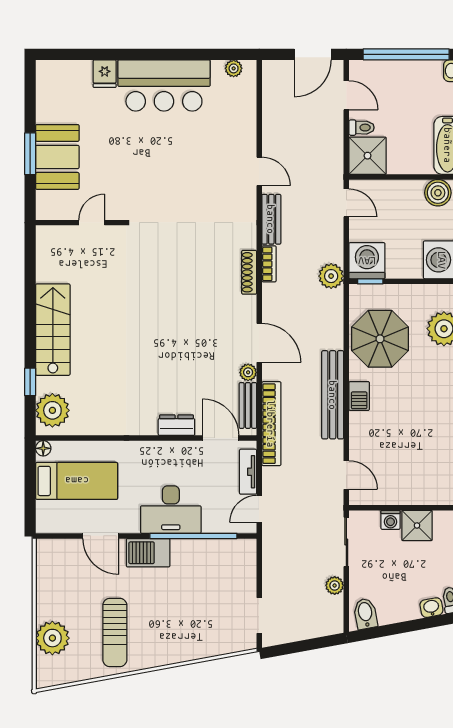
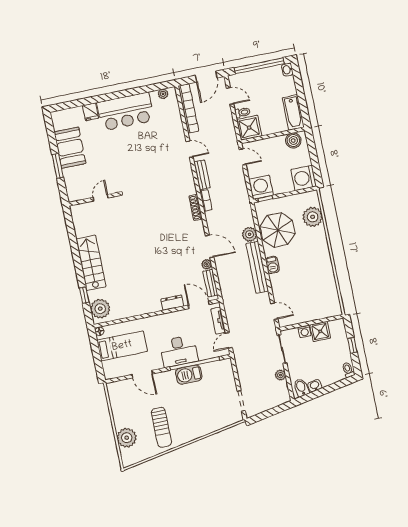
booth: (57, 157) -> (70, 148), moved
plant: (331, 276) -> (250, 234), moved
bookcase: (271, 424) -> (188, 109), moved
barbecue: (148, 553) -> (189, 375), moved
washbasin: (431, 608) -> (315, 386), moved

